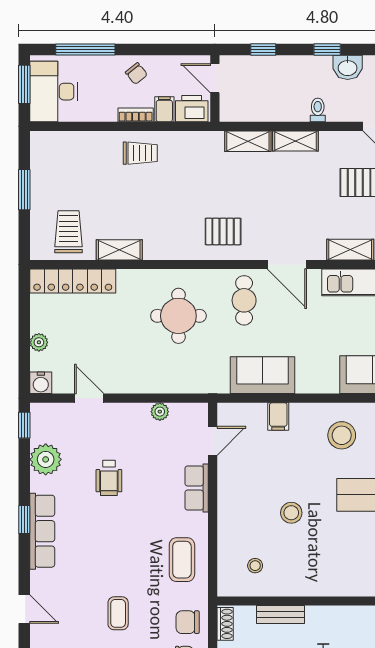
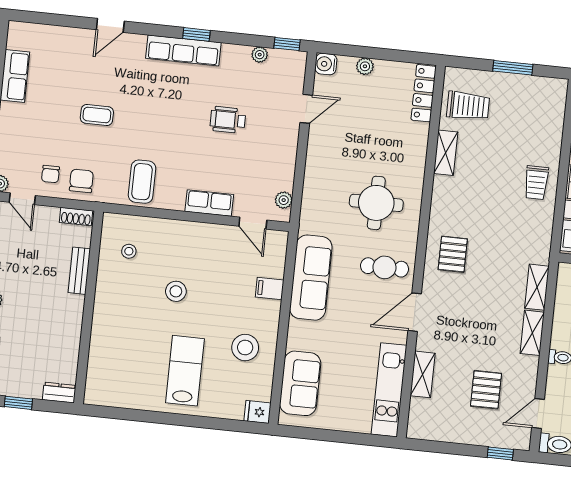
locker: (73, 281) -> (424, 93), width x0.71, depth x0.83
sofa: (263, 375) -> (311, 278), width x1.36
plant: (160, 412) -> (284, 200), moved
plant: (46, 459) -> (260, 55), width x0.53, depth x0.53
coffee table: (182, 560) -> (142, 182), turned 90

